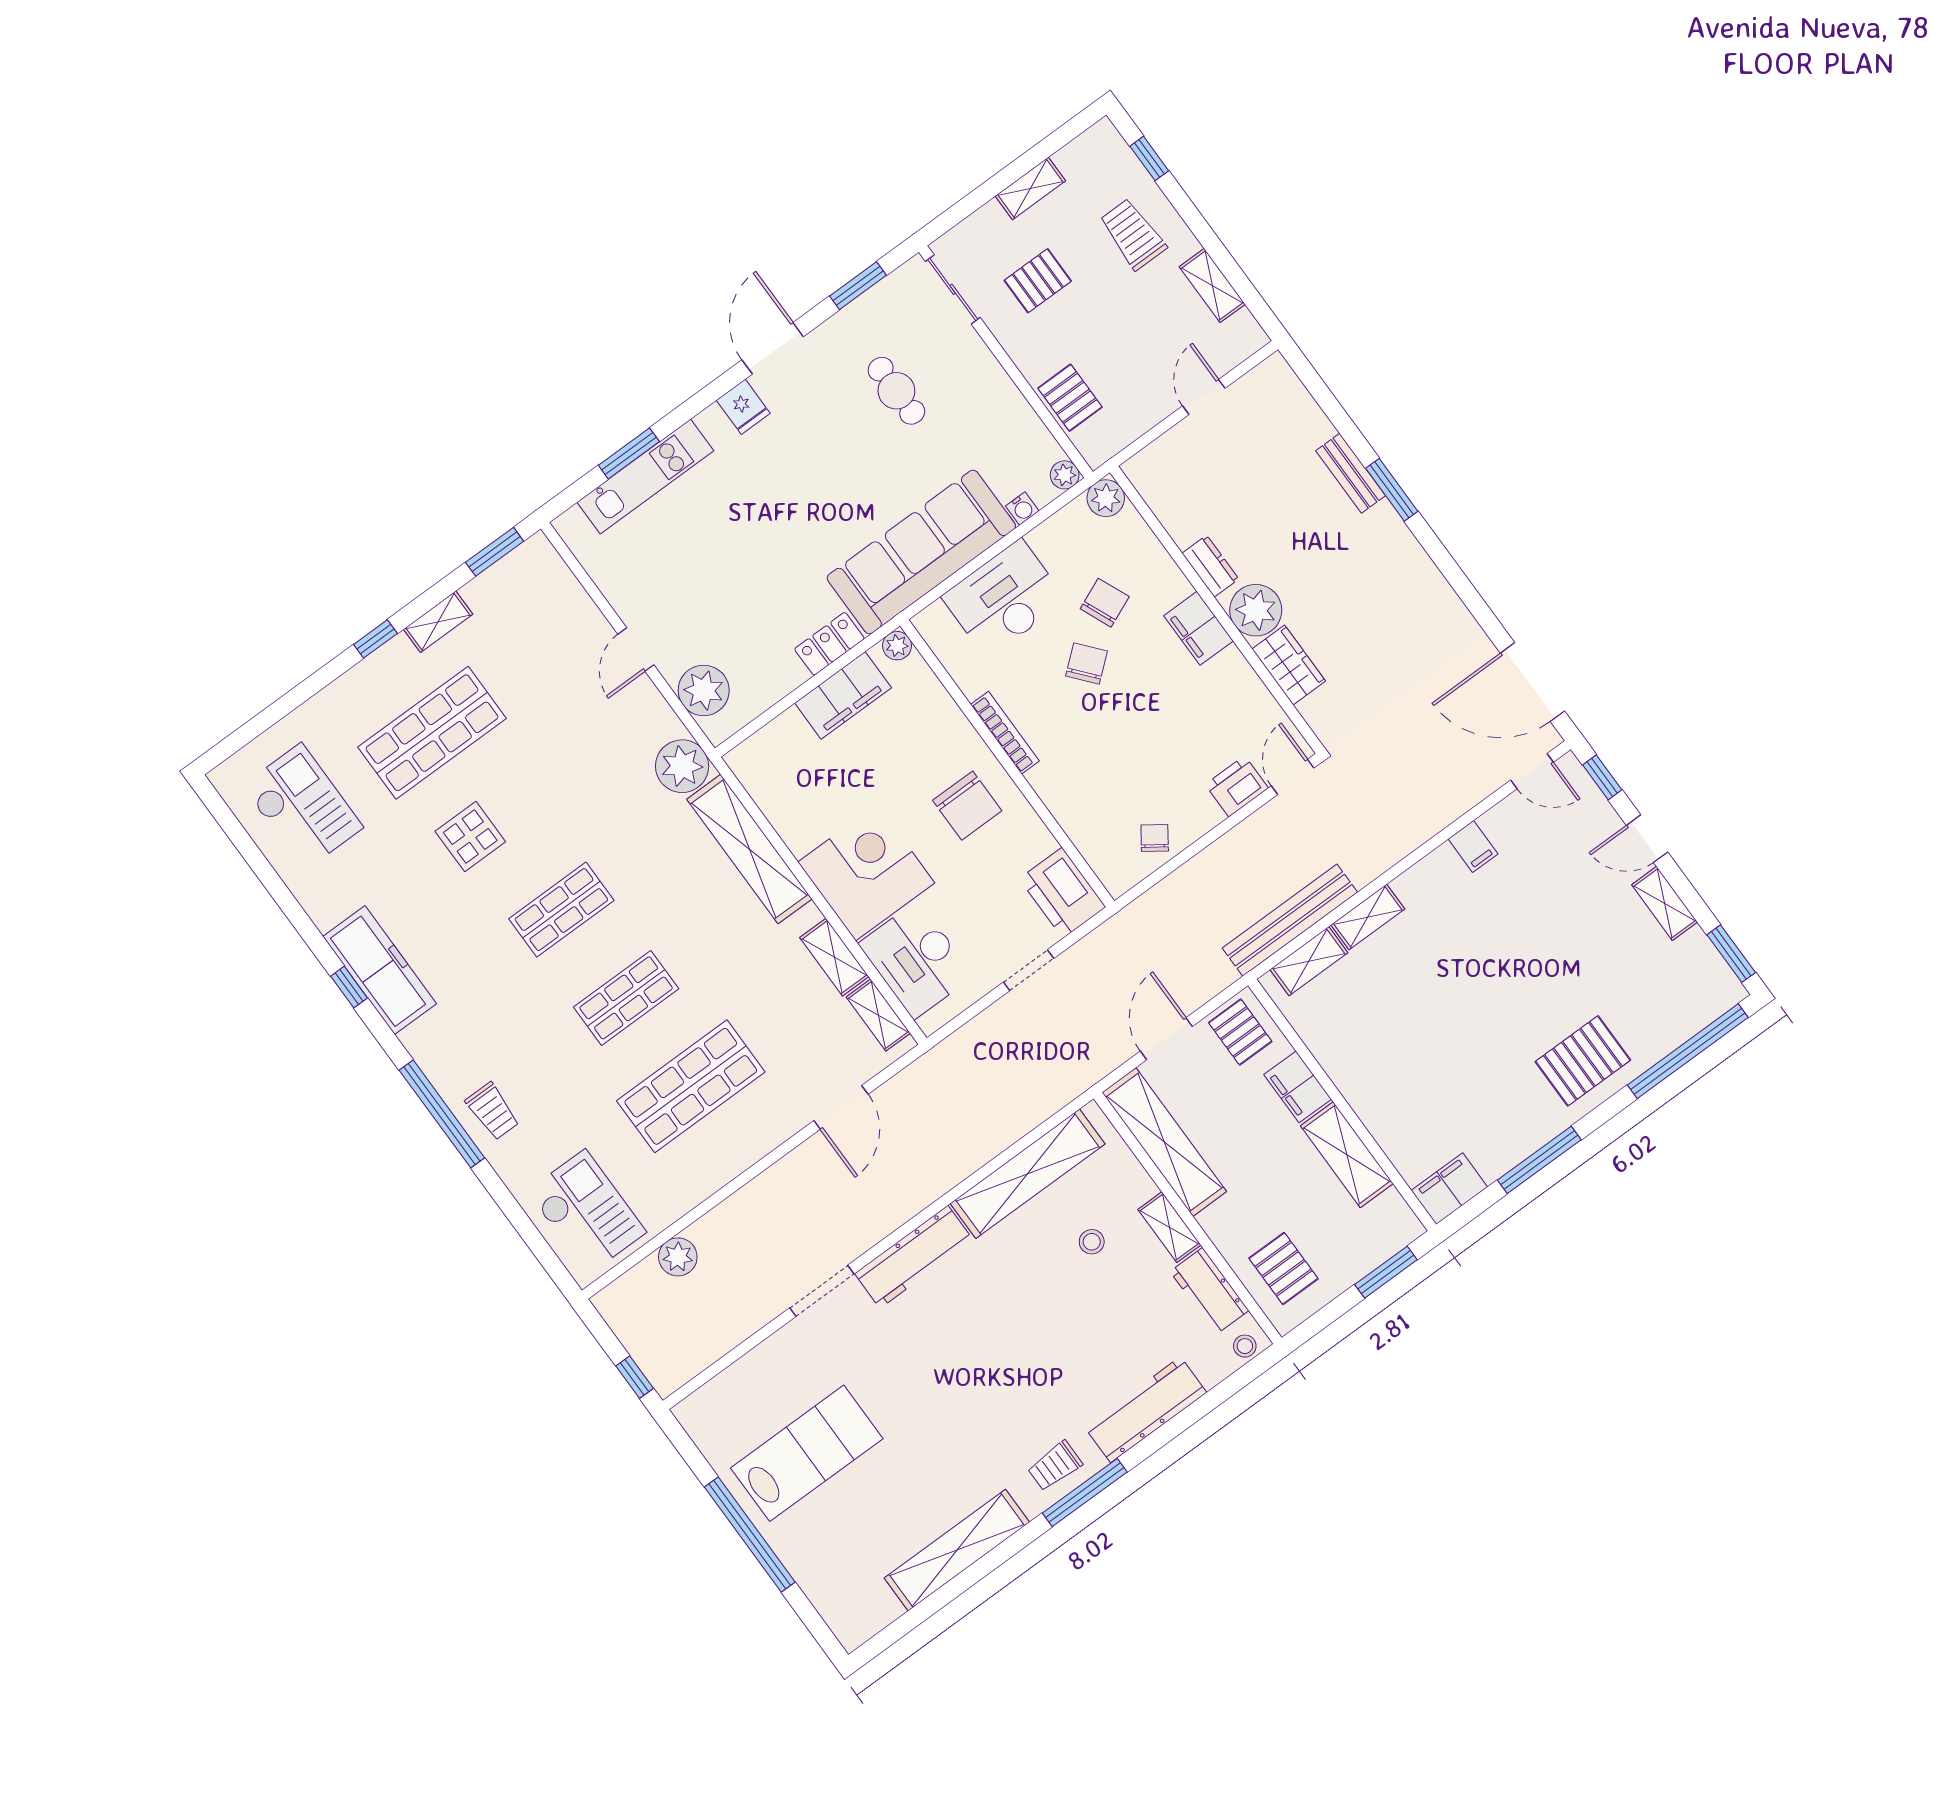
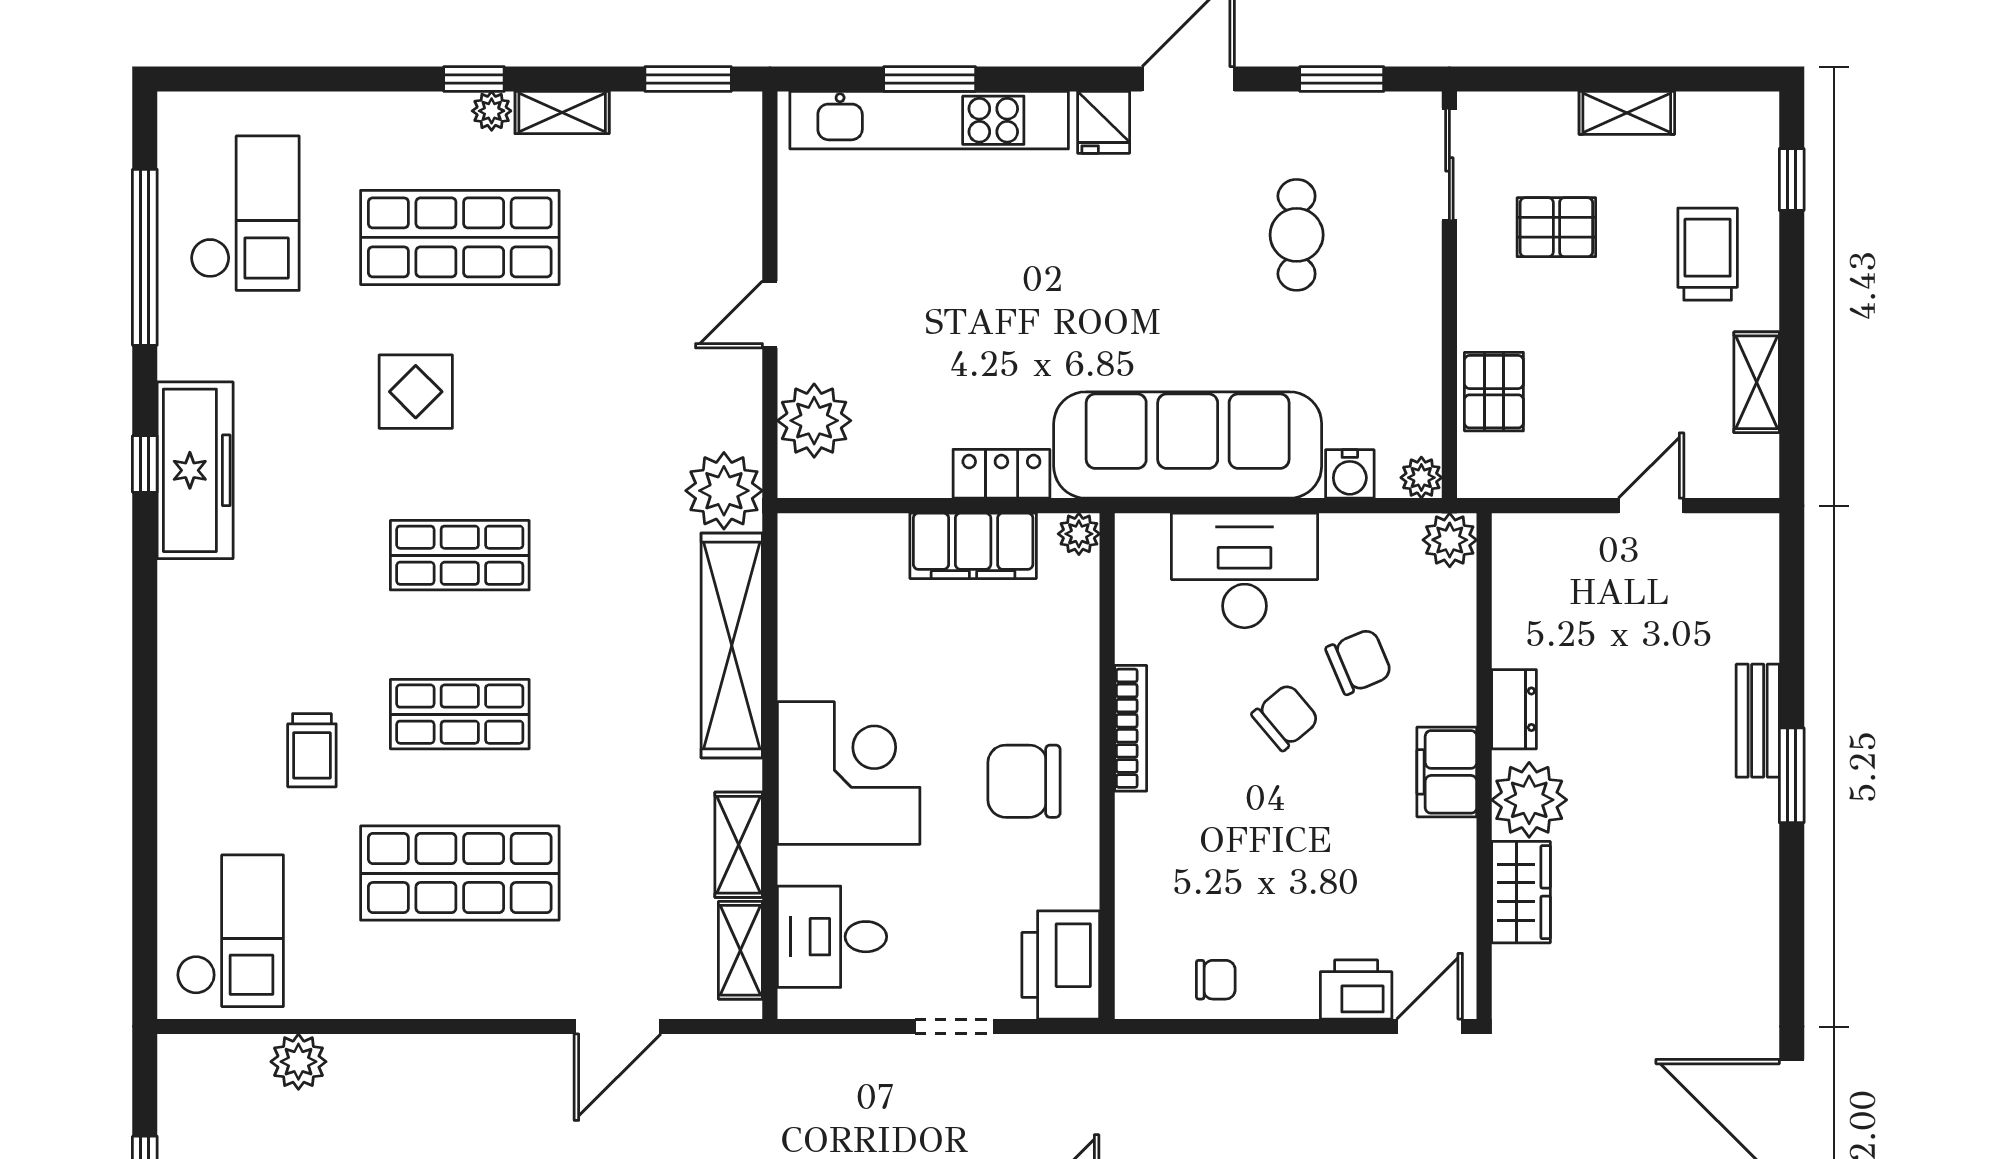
kitchen unit: (645, 477) -> (929, 120), width x1.36
water cooler: (1022, 509) -> (1350, 474), width x1.38, depth x1.38
plant: (398, 649) -> (492, 111), added
chair: (967, 806) -> (1024, 781), turned 90
chair: (1155, 838) -> (1216, 980), turned 55
desk: (916, 960) -> (832, 937), width x0.73
trolley: (492, 1111) -> (312, 750), moved
window: (442, 1114) -> (145, 257), moved

